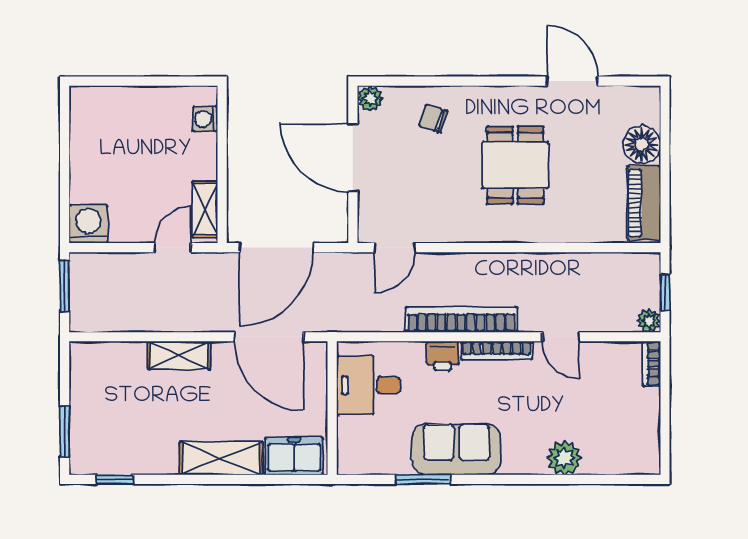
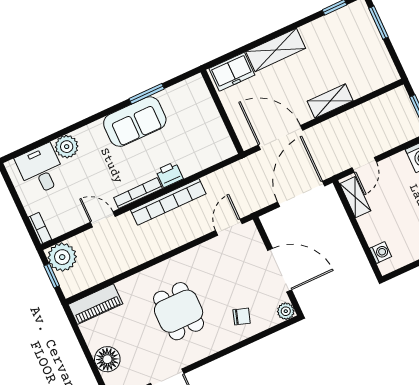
piano: (644, 203) -> (95, 304), moved, turned 90
plant: (649, 321) -> (62, 257), width x1.88, depth x1.88
desk: (369, 385) -> (41, 169), moved, turned -90

